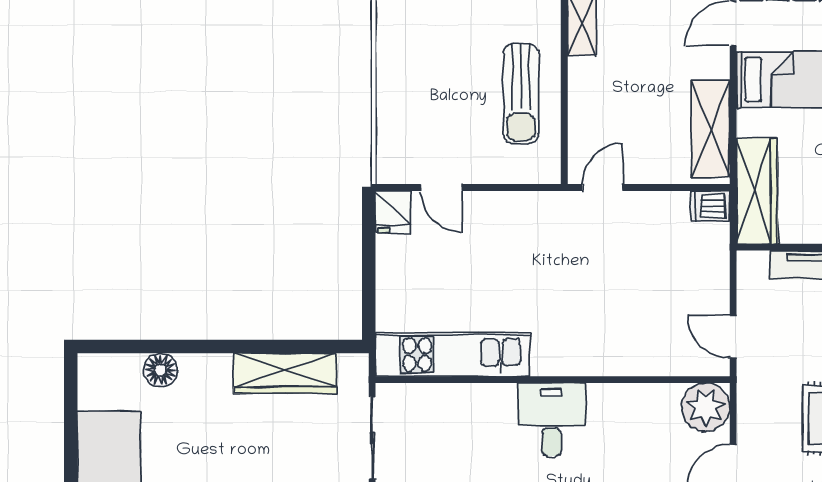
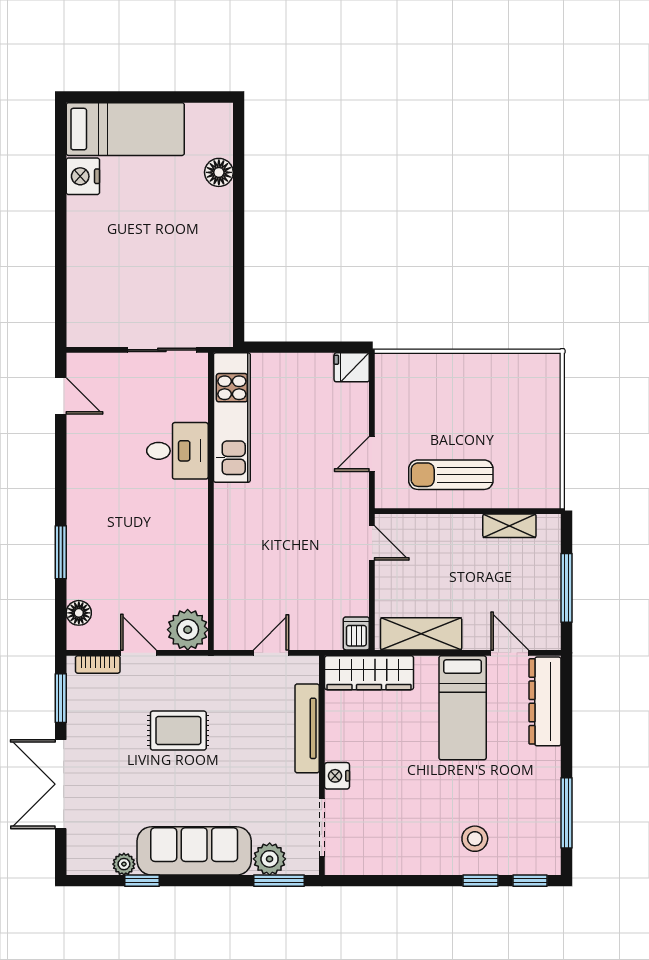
door: (441, 188) -> (372, 454), moved
door: (733, 337) -> (271, 653), moved
wardrobe: (285, 373) -> (216, 277), removed
desk: (552, 419) -> (177, 451), moved

